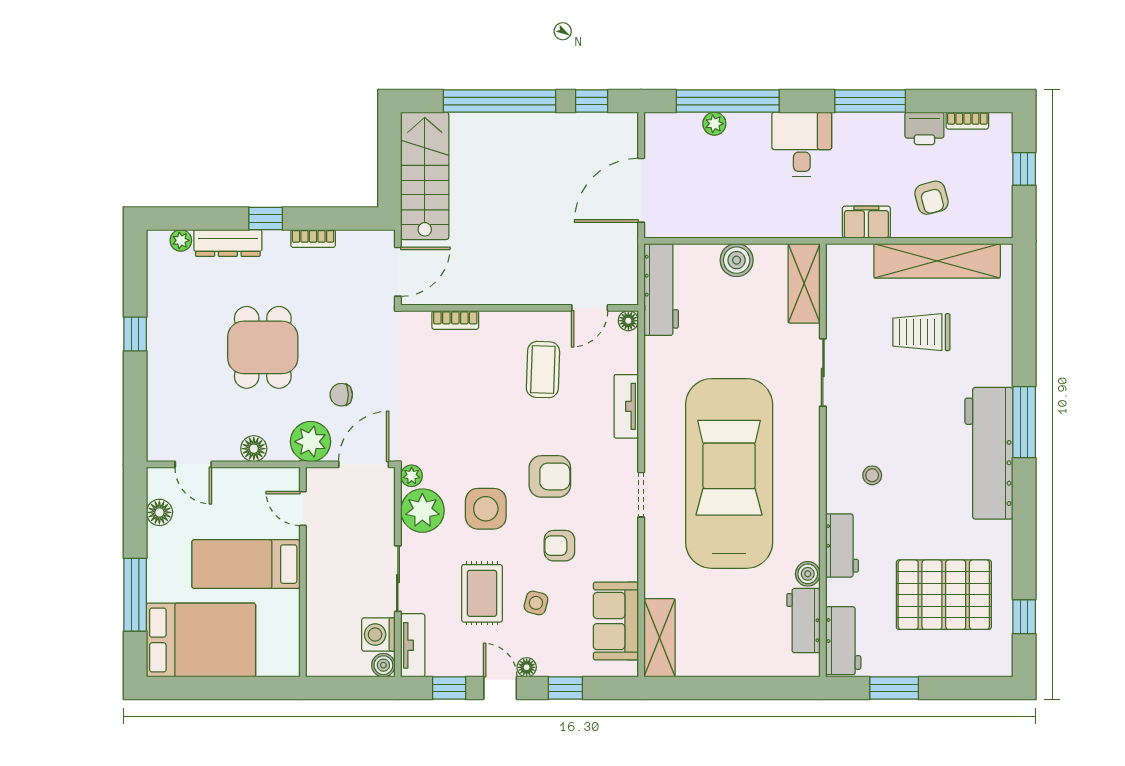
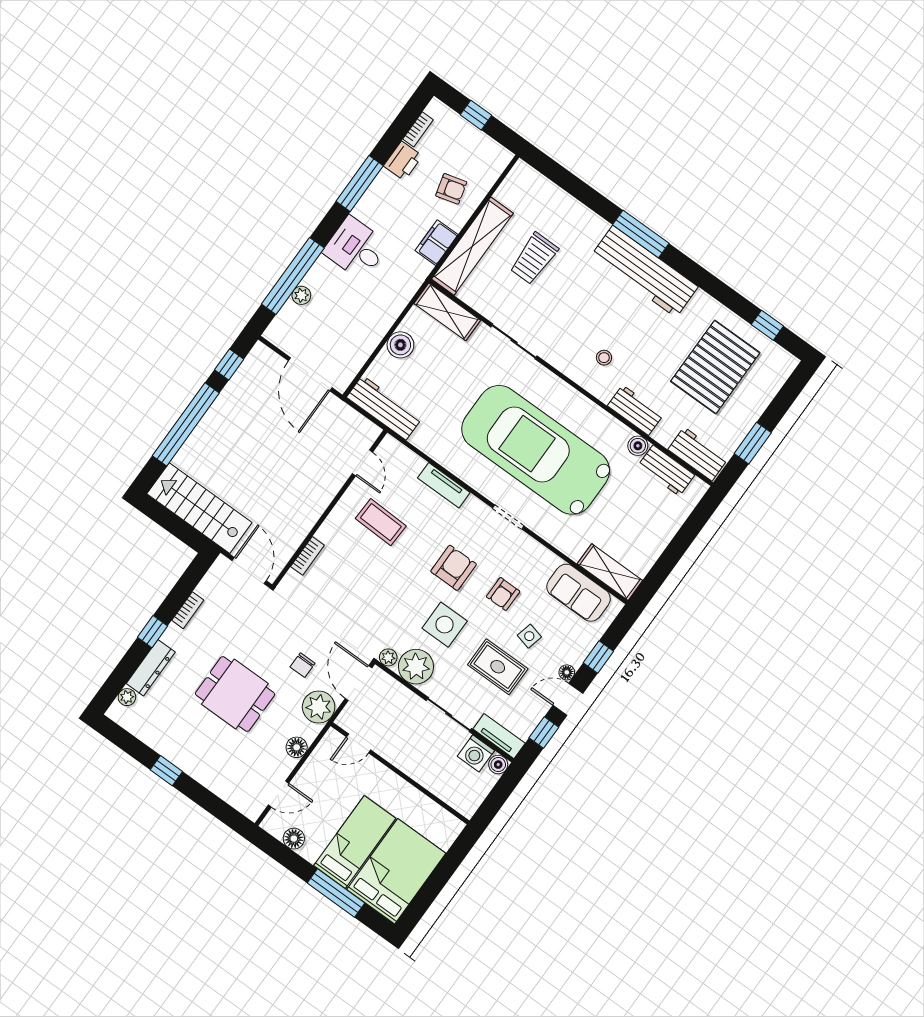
shelving: (937, 261) -> (472, 246), moved
floor lamp: (628, 321) -> (389, 444), removed
bed: (246, 564) -> (355, 842), moved, turned 180

